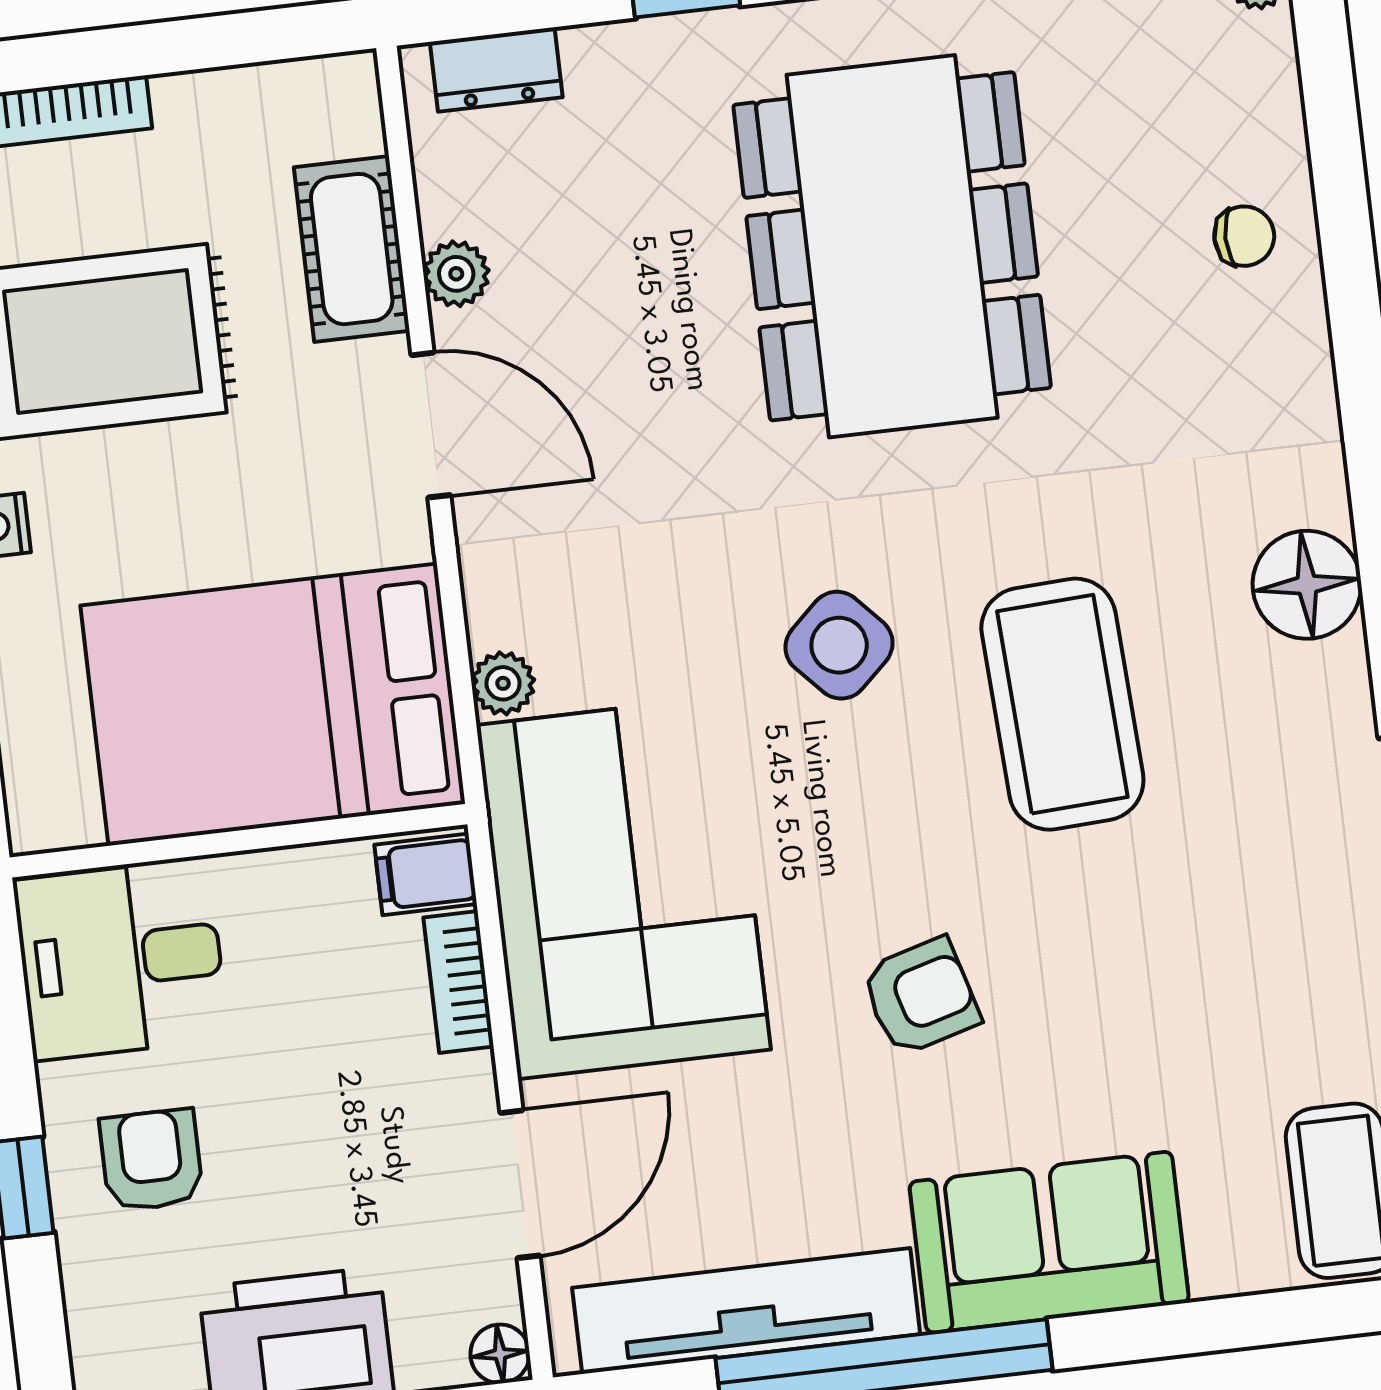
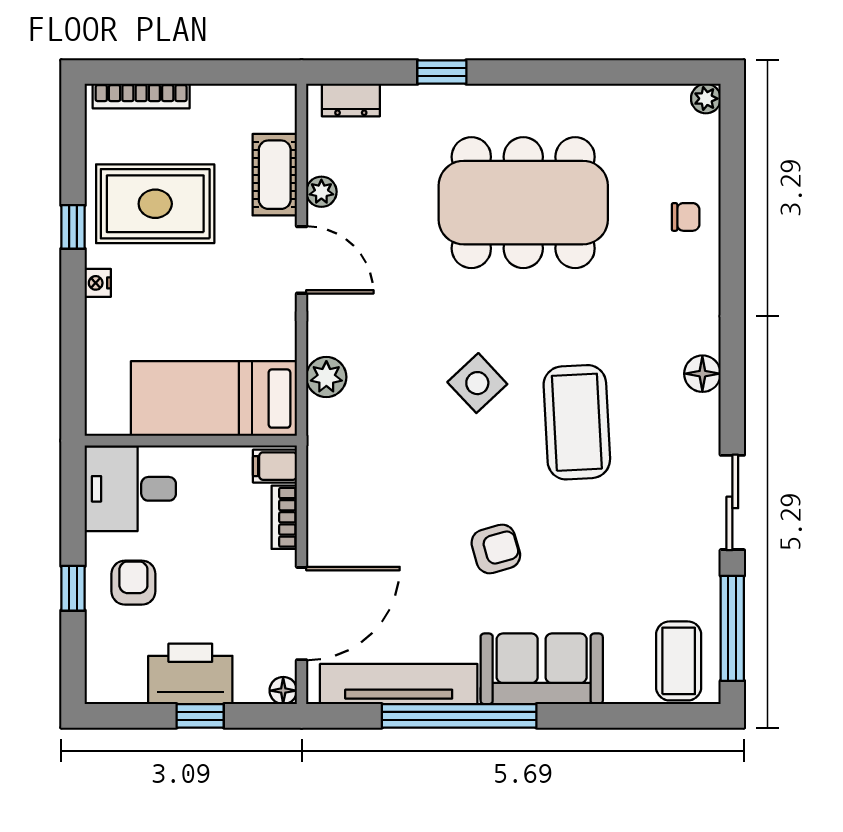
dining table: (892, 246) -> (523, 203), turned 90
floor lamp: (1307, 585) -> (702, 374), width x0.73, depth x0.73
plant: (503, 683) -> (326, 377), width x1.38, depth x1.38
bed: (273, 705) -> (214, 399), width x0.67
corner sofa: (623, 887) -> (365, 483), removed
door: (520, 1184) -> (302, 614), width x1.36

